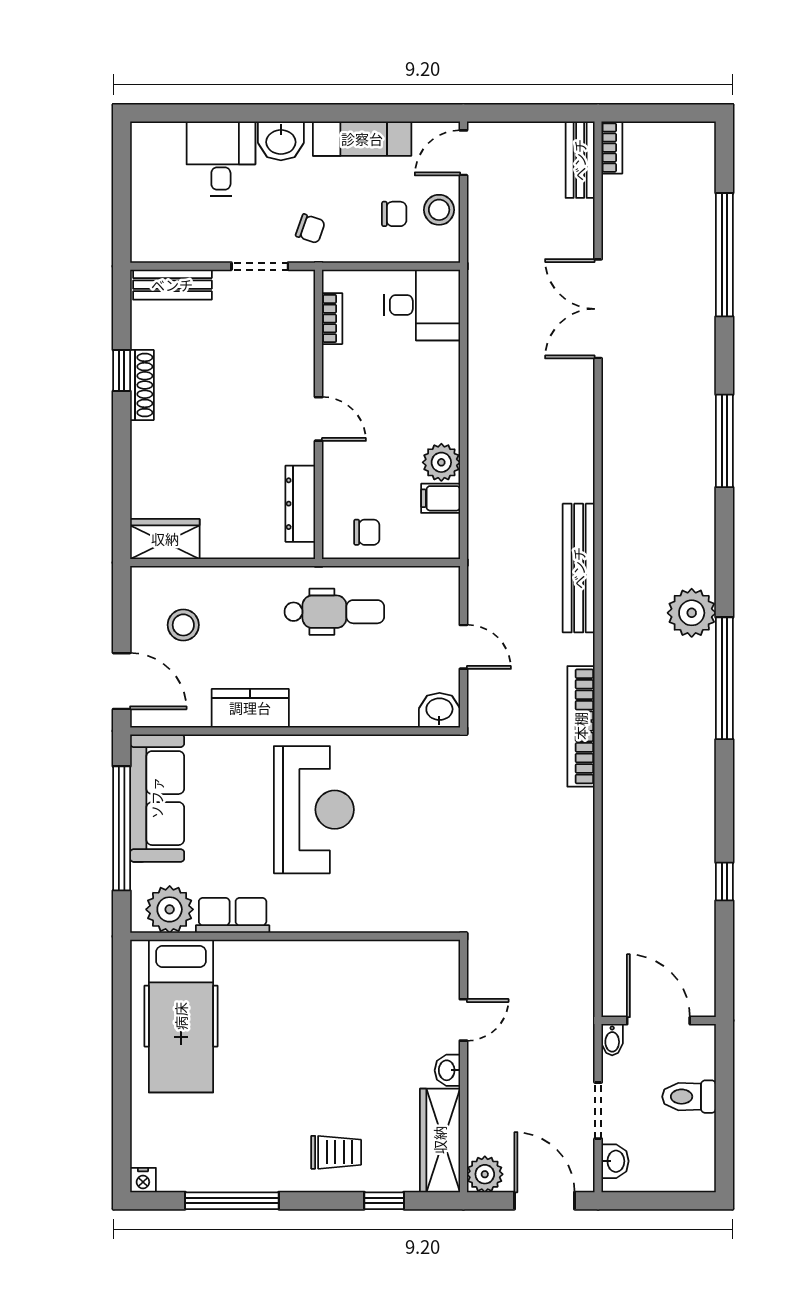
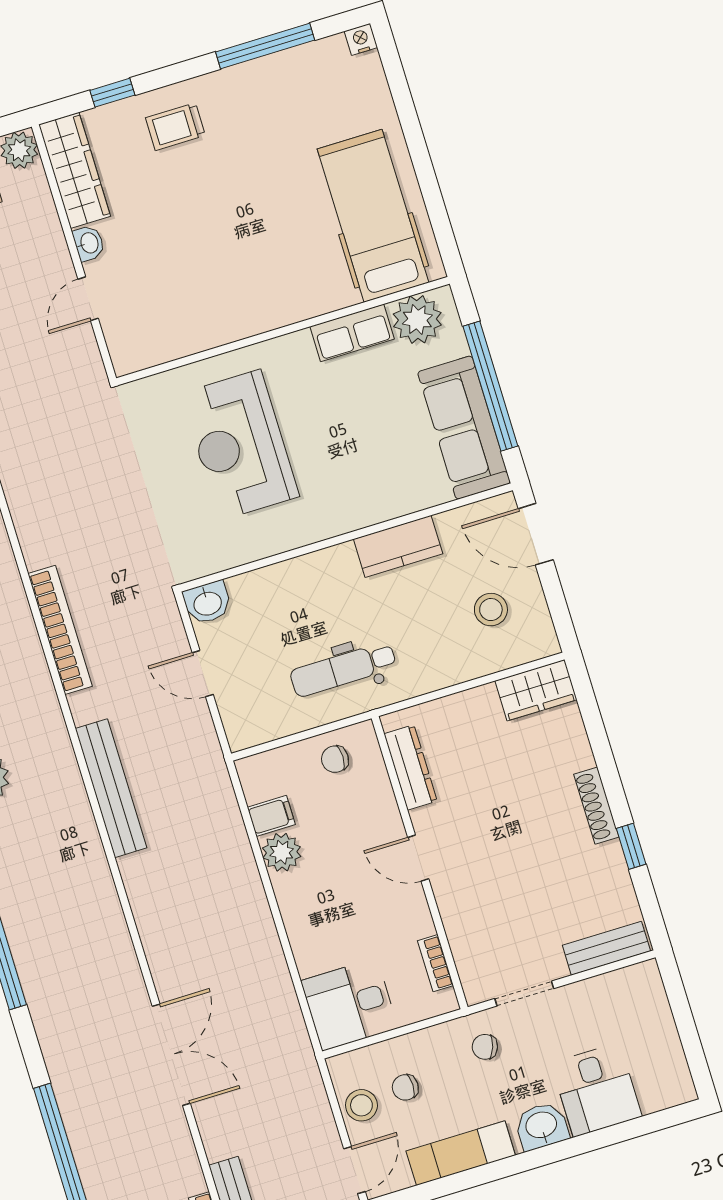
shoe rack: (142, 385) -> (596, 806), moved
reception desk: (314, 810) -> (240, 445), moved

